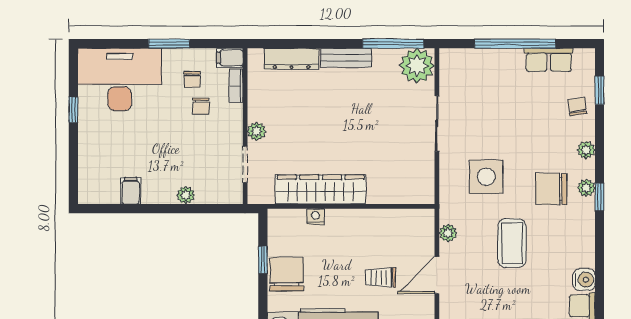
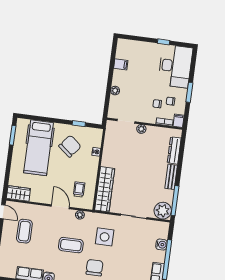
water cooler: (486, 59) -> (161, 245), added
wardrobe: (321, 189) -> (105, 189), moved
chair: (287, 274) -> (70, 146), moved, turned -51
trolley: (381, 277) -> (79, 189), moved

